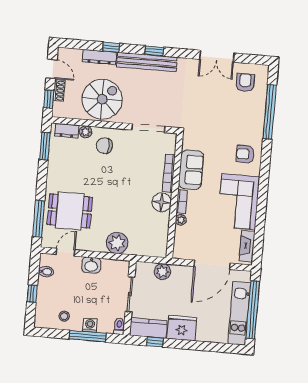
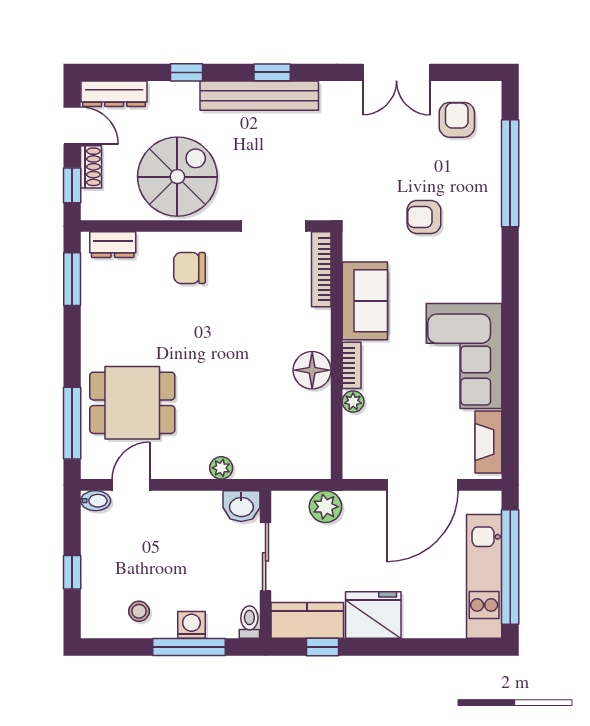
dresser: (99, 57) -> (114, 94), moved
plant: (86, 132) -> (150, 244), removed
armchair: (245, 154) -> (424, 217), moved
bookcase: (169, 173) -> (321, 269), moved
plant: (117, 243) -> (221, 468), width x0.53, depth x0.53
washbasin: (91, 265) -> (241, 506), moved
bidet: (46, 272) -> (96, 501), moved

